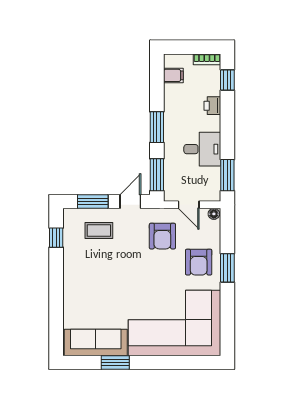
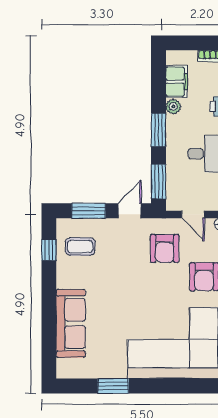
filing cabinet: (173, 75) -> (176, 82), width x2.00
plant: (170, 106) -> (173, 107), added
coffee table: (99, 230) -> (80, 247), moved
sofa: (96, 342) -> (71, 323), moved, turned 90

